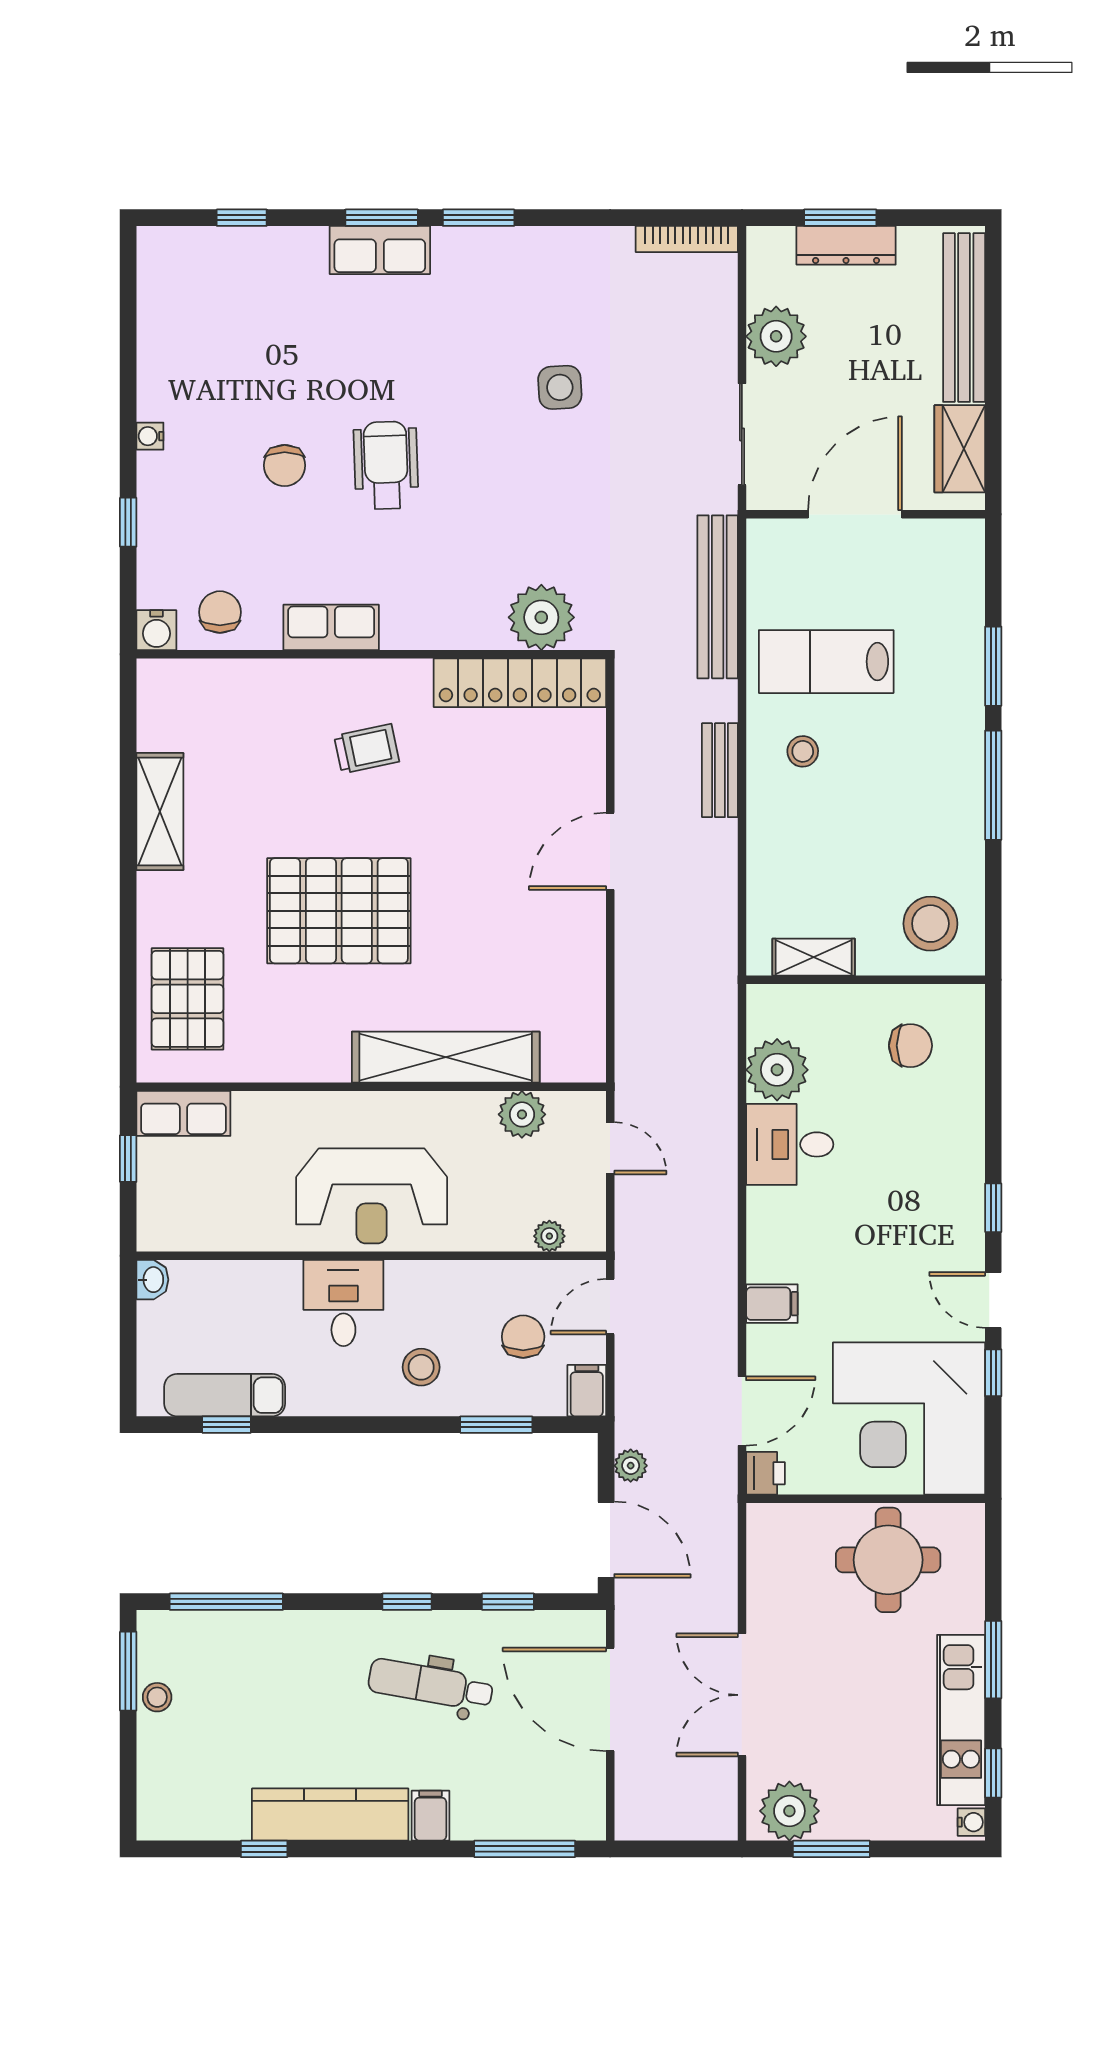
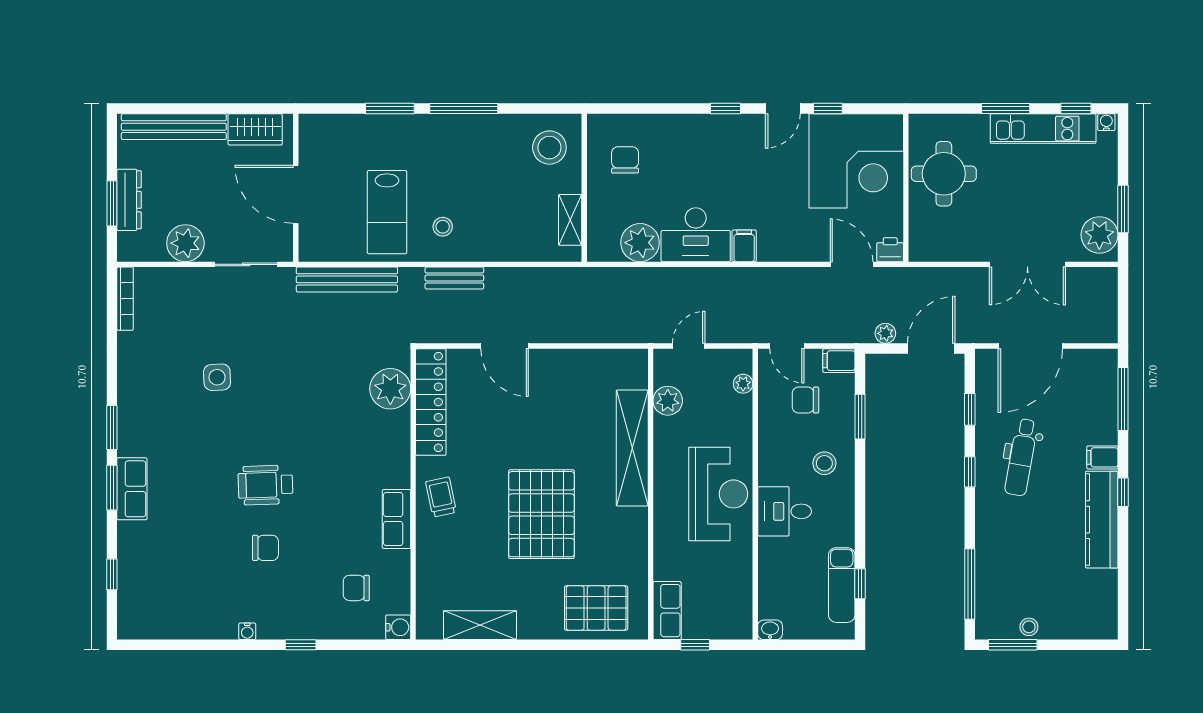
plant: (541, 617) -> (390, 389), moved
row of seats: (331, 627) -> (396, 519), moved
water cooler: (156, 630) -> (398, 627), moved
wall: (371, 654) -> (413, 494), moved
locker: (520, 683) -> (431, 402), moved
desk: (790, 1144) -> (696, 235), width x1.37
filing cabinet: (772, 1304) -> (744, 246), moved
window: (264, 1849) -> (1123, 492), moved

